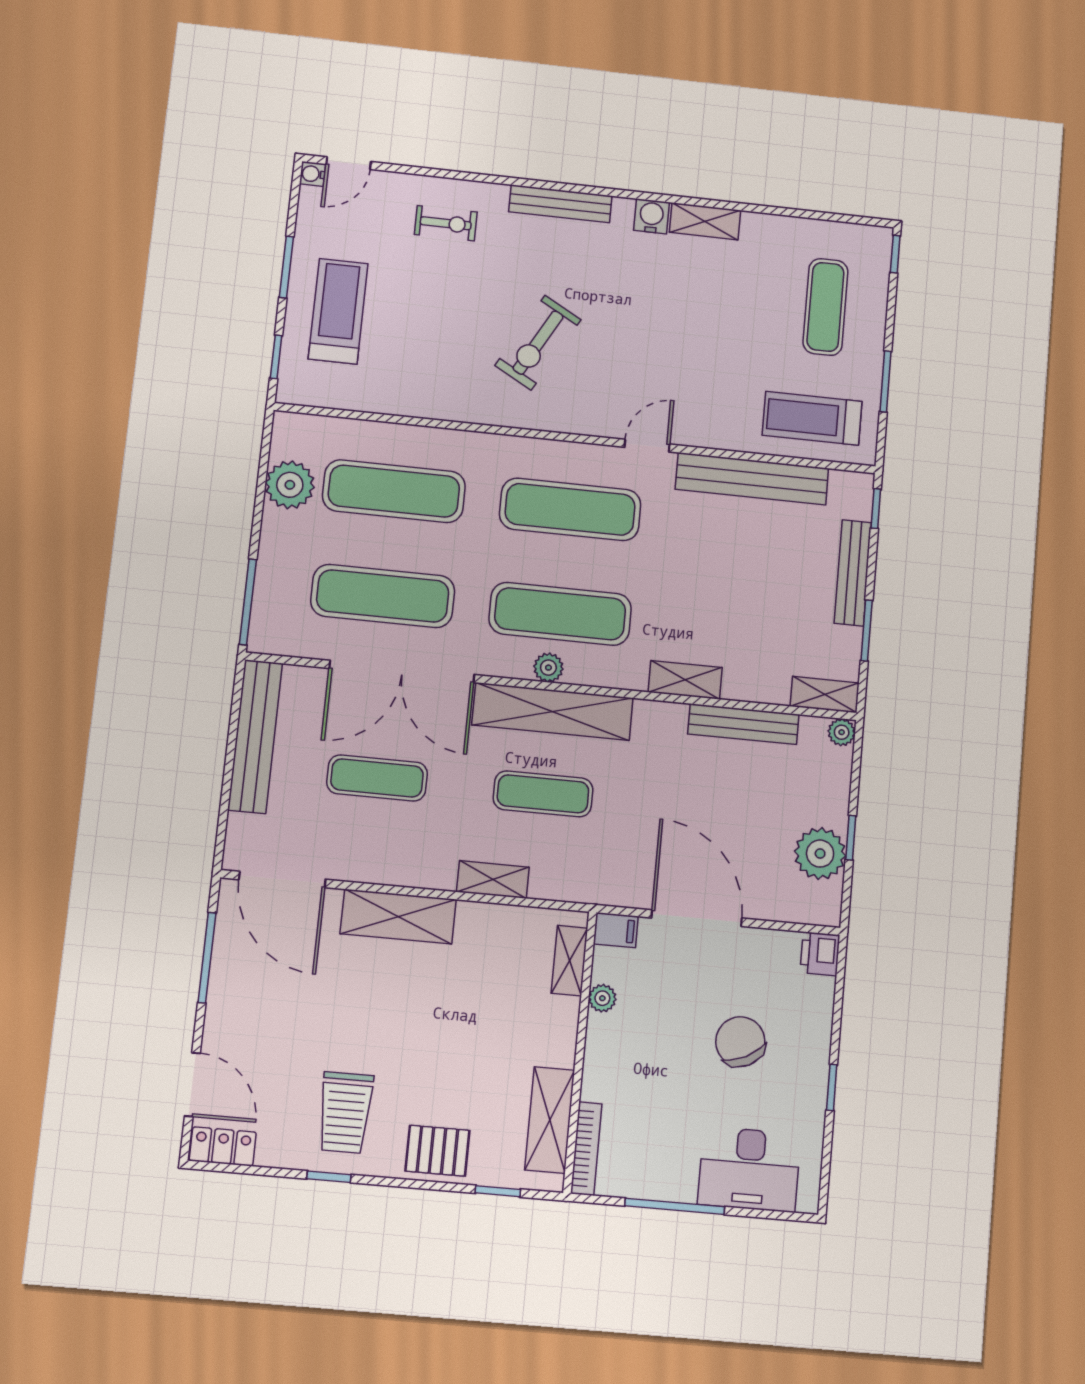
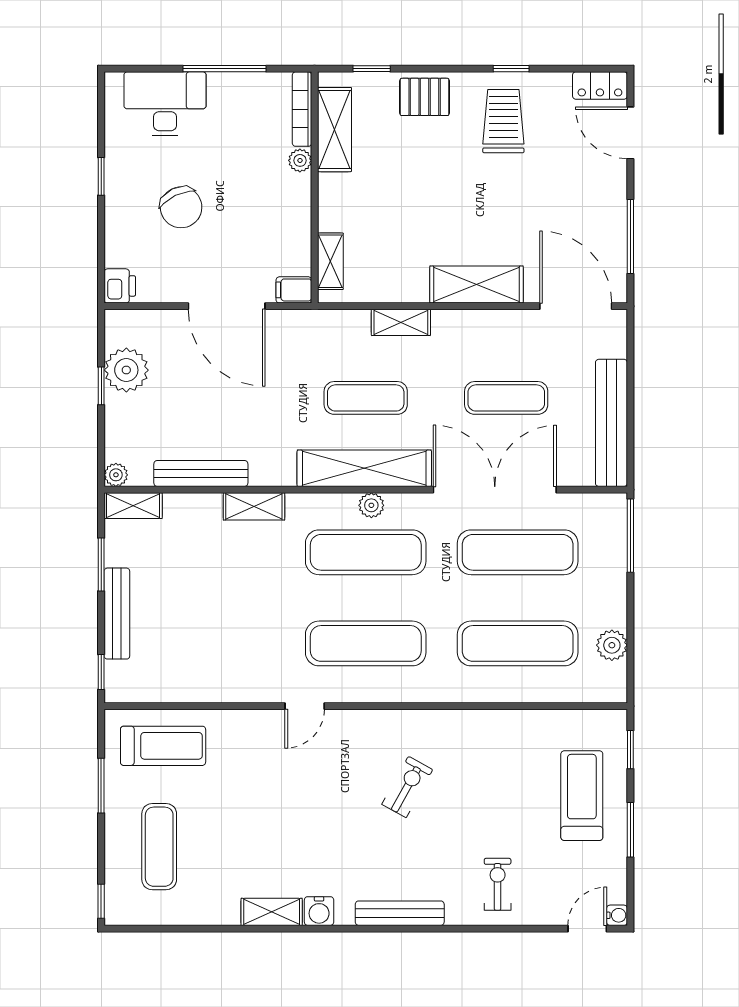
exercise bike: (446, 223) -> (498, 884), turned 90
treadmill: (338, 311) -> (582, 796), turned 180
exercise bike: (538, 343) -> (407, 787), width x0.73, depth x0.72
bench: (752, 479) -> (211, 687), removed
plant: (290, 485) -> (612, 645), width x0.73, depth x0.73
plant: (602, 998) -> (300, 160), moved

